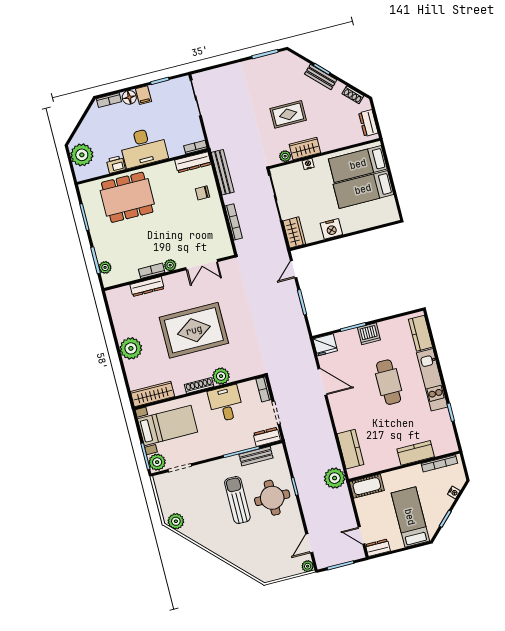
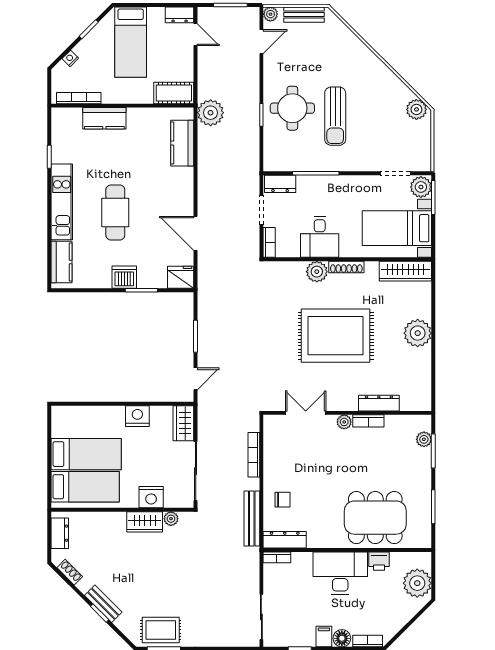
rug: (288, 114) -> (161, 630), moved
nightstand: (308, 164) -> (151, 497), width x1.89, depth x1.79
bench: (256, 456) -> (304, 15), moved

